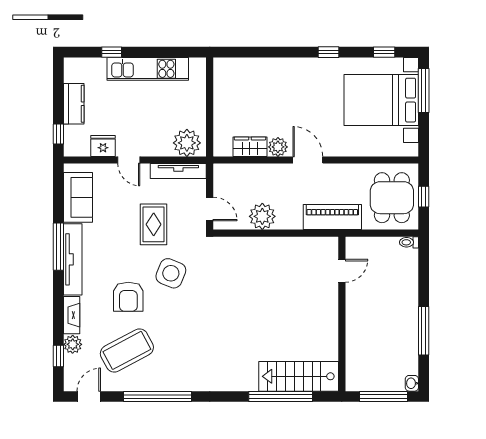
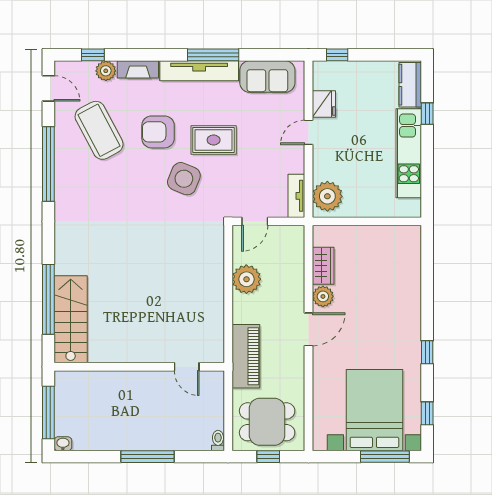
kitchen counter: (74, 104) -> (410, 85), moved, turned 90
tv unit: (178, 171) -> (296, 196), width x0.71
rug: (154, 224) -> (214, 140), moved
window: (424, 331) -> (148, 457), moved

